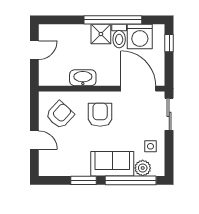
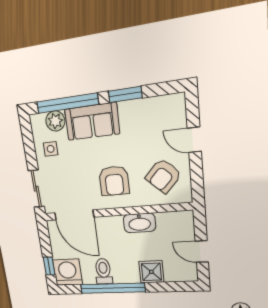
shower: (101, 34) -> (151, 272), moved
washing machine: (140, 37) -> (68, 272), moved
door: (34, 50) -> (202, 252), hinge flipped

